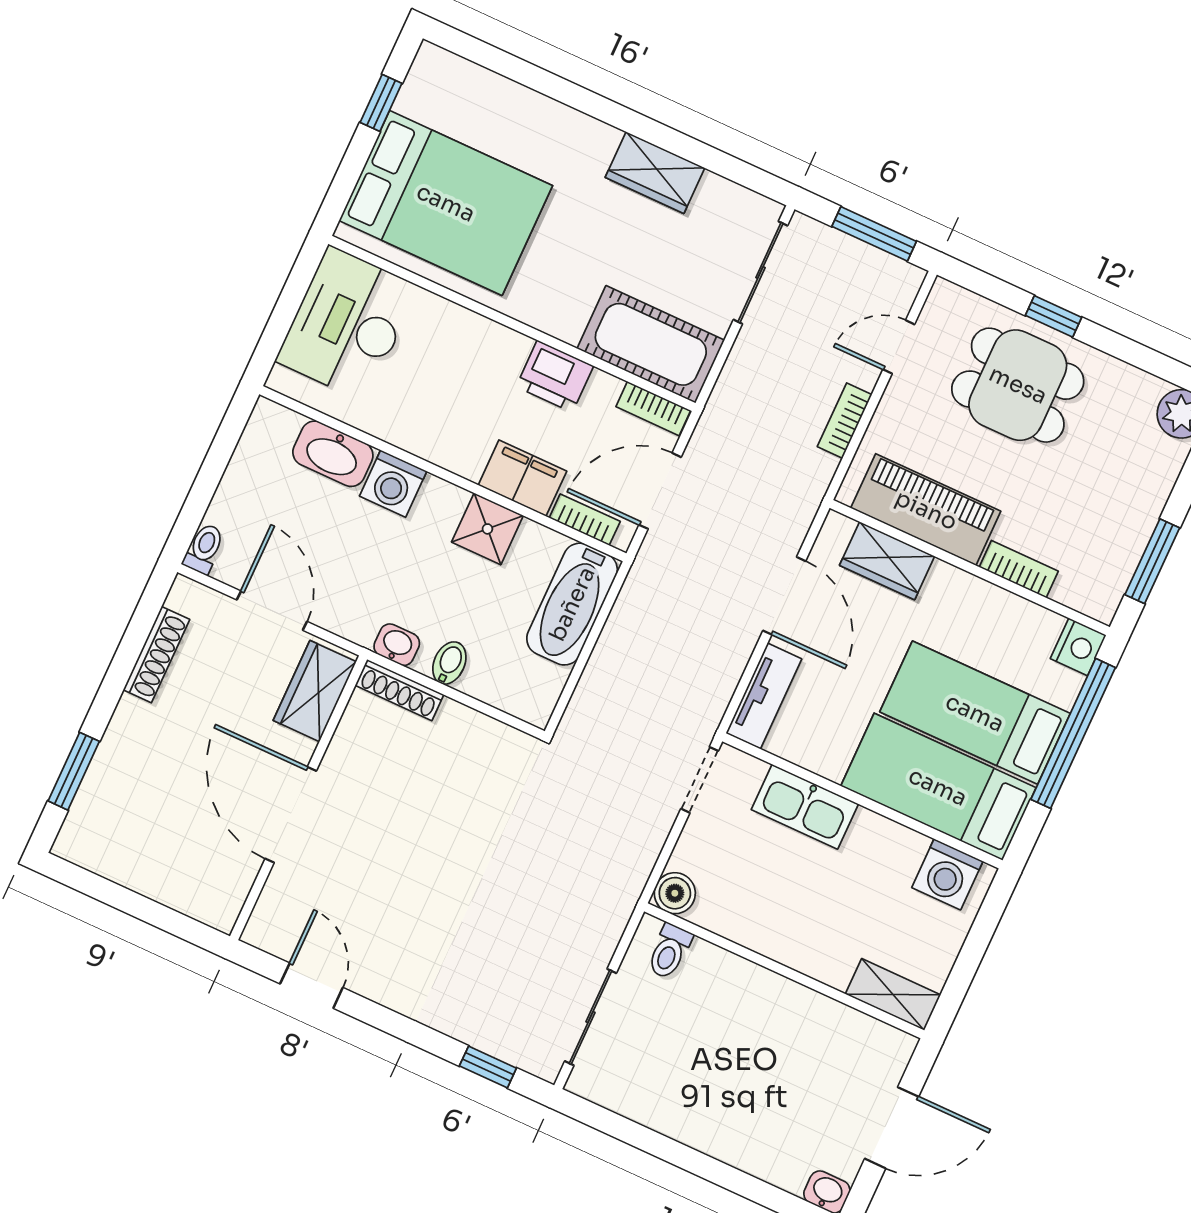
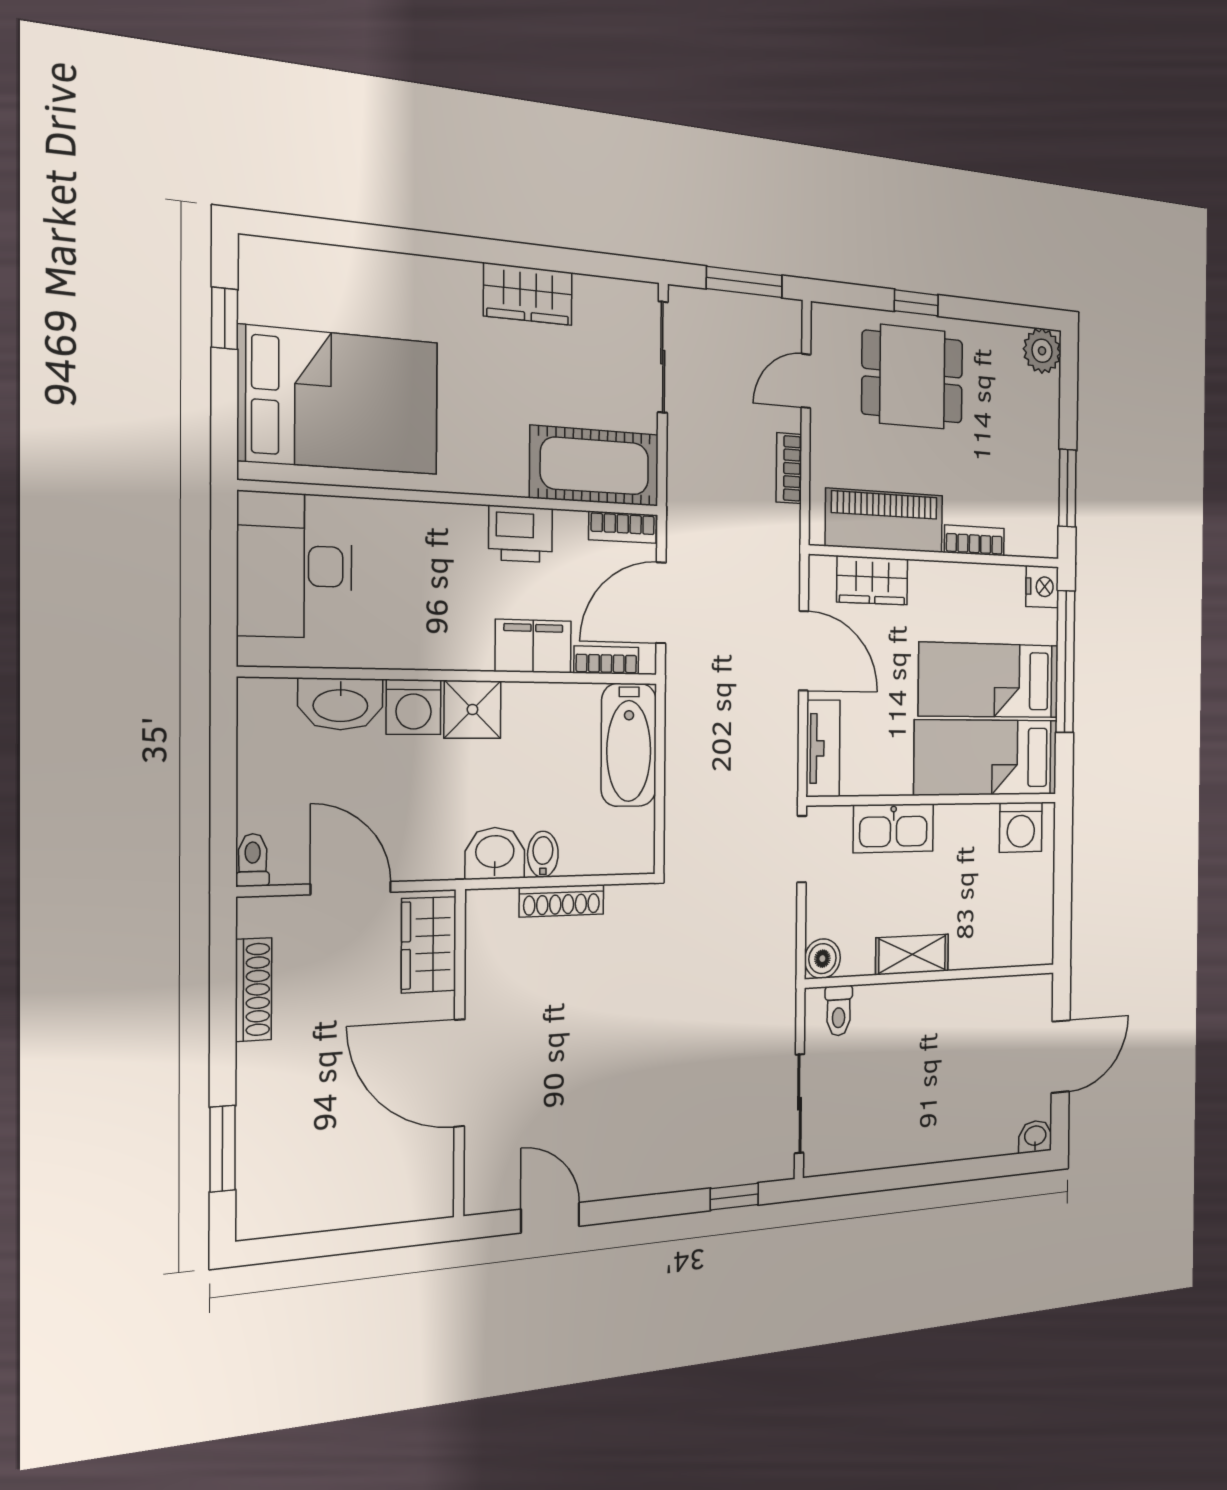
shower: (487, 529) -> (472, 709), moved
washbasin: (397, 645) -> (495, 853), width x1.38, depth x1.45
shoe rack: (400, 690) -> (562, 901), moved
shelving: (893, 994) -> (912, 955), moved

